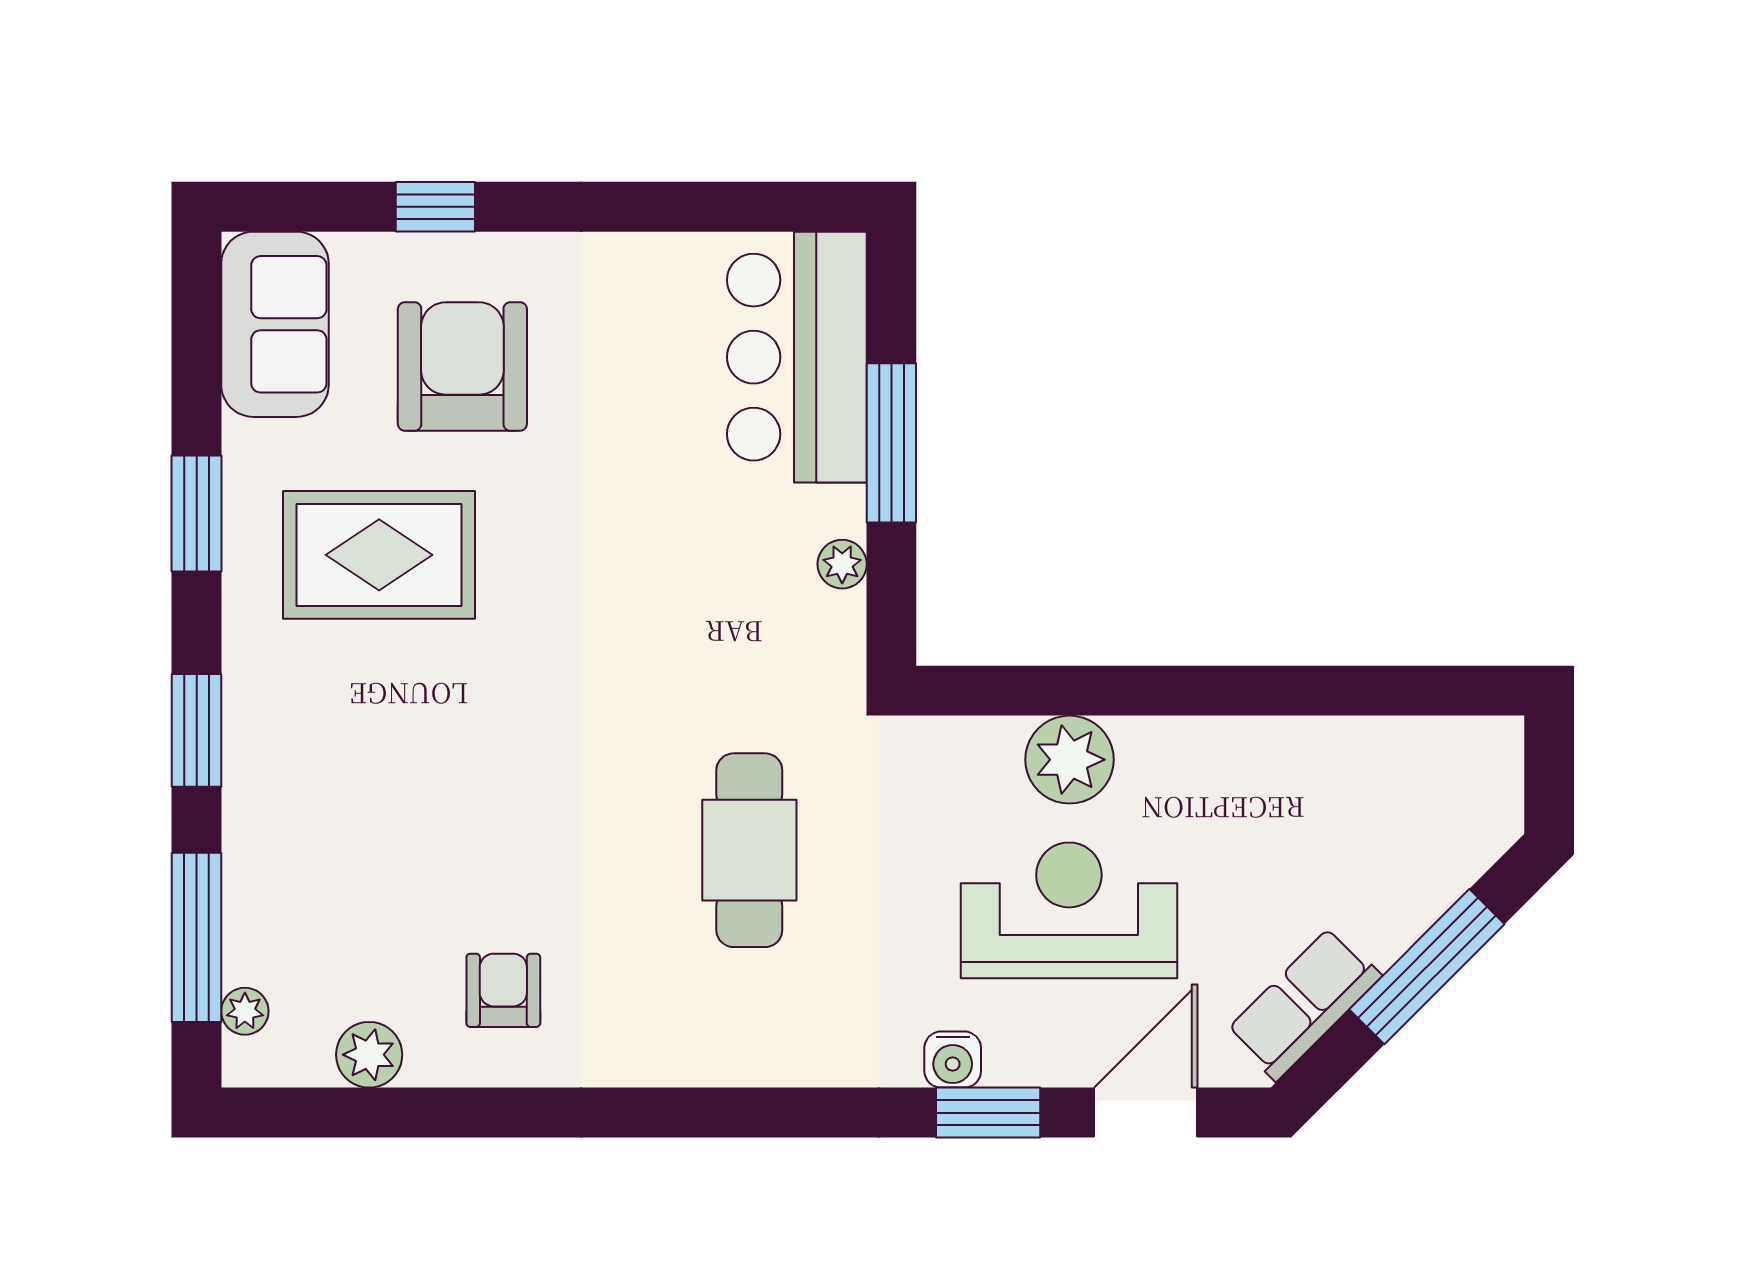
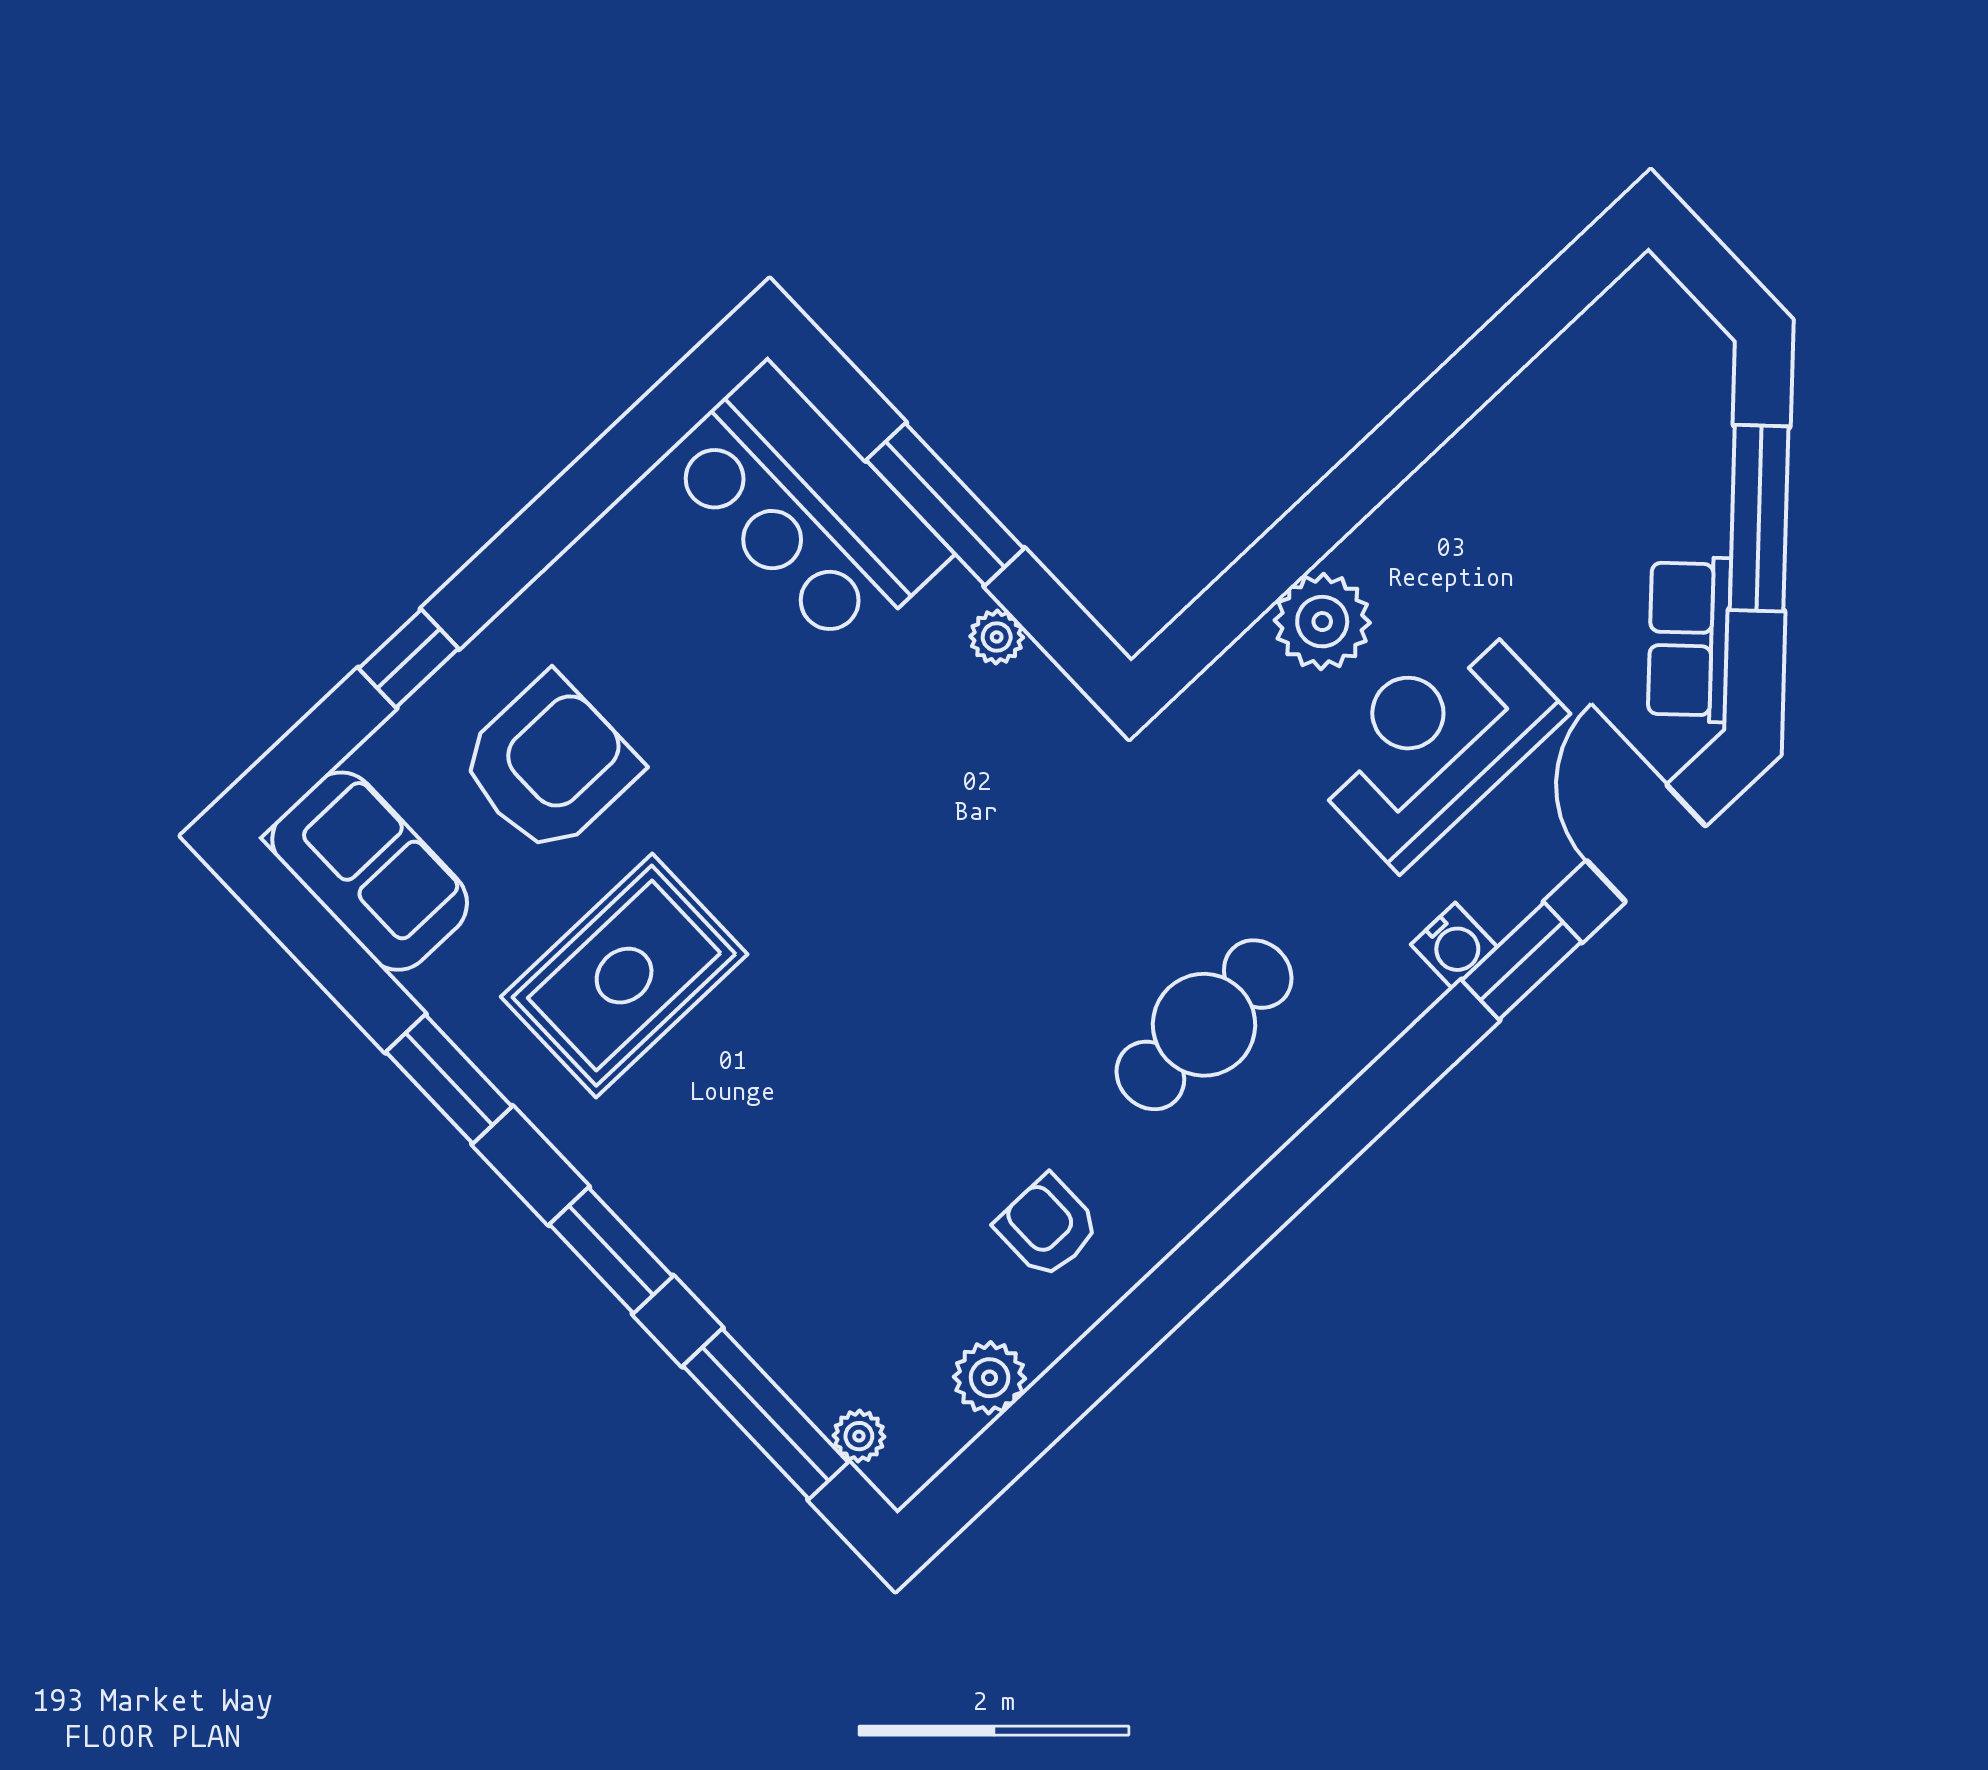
armchair: (462, 366) -> (549, 764), turned 90
cafe table: (749, 850) -> (1204, 1025), moved, turned 90

